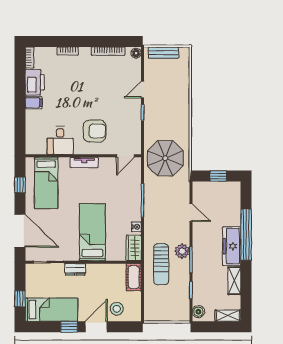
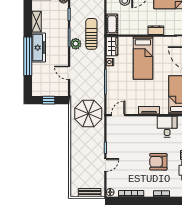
armchair: (95, 131) -> (158, 162), moved

